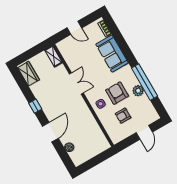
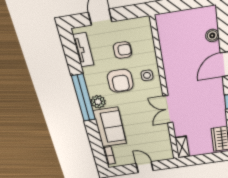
window: (144, 82) -> (84, 98), moved
plant: (138, 91) -> (98, 102), moved
tv unit: (148, 106) -> (83, 50), added

